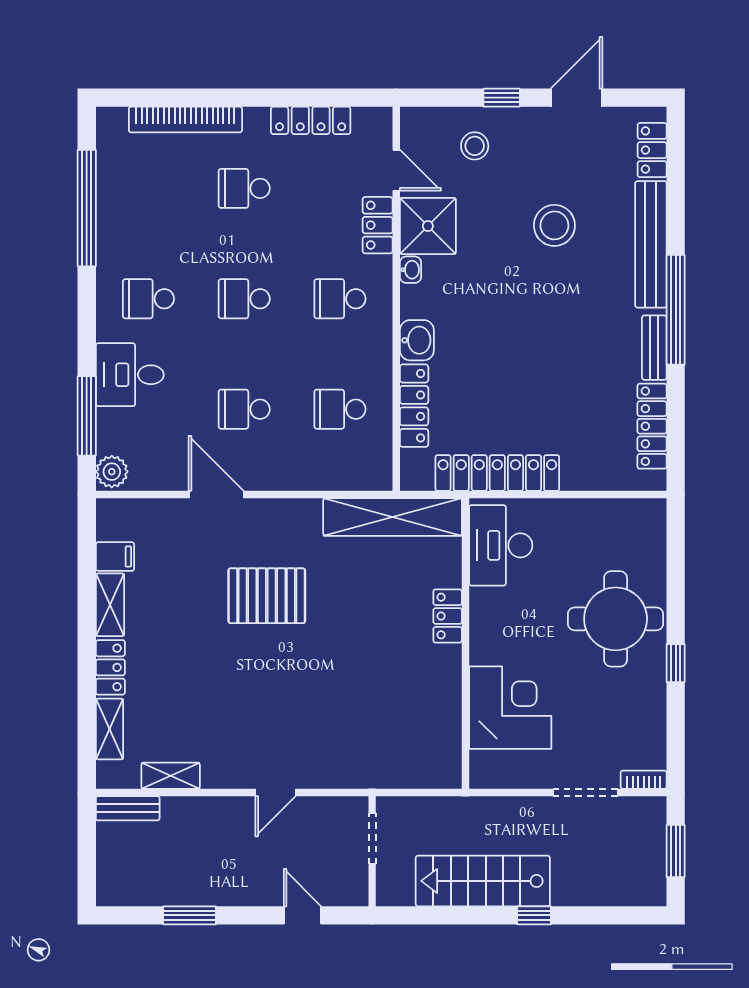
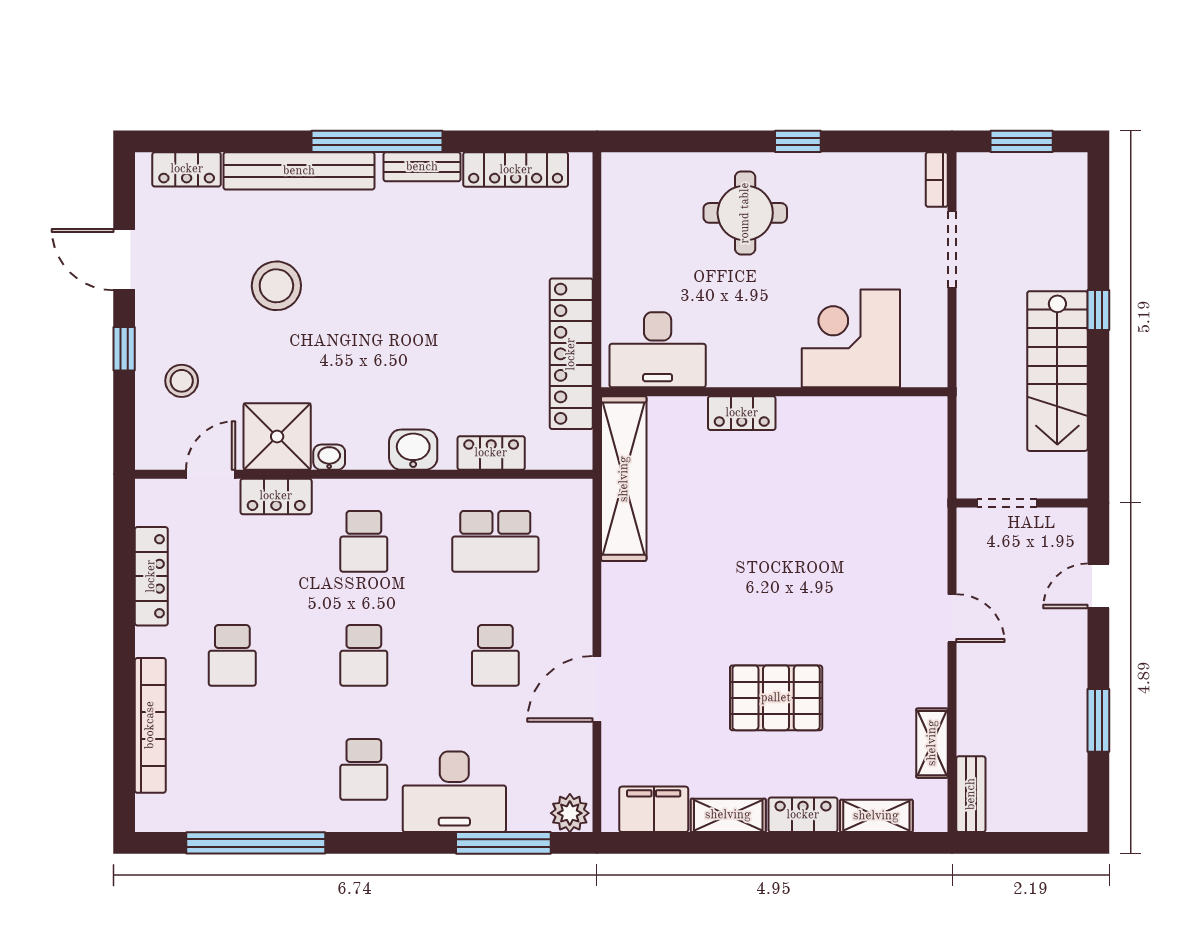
desk: (130, 375) -> (454, 792), width x1.37
locker: (414, 406) -> (491, 453), width x0.66
school desk: (340, 409) -> (495, 541), width x1.85
filing cabinet: (115, 557) -> (654, 809), width x2.00
pallet: (267, 596) -> (776, 698), moved, turned 90
round table: (616, 619) -> (745, 213), width x0.73, depth x0.73

